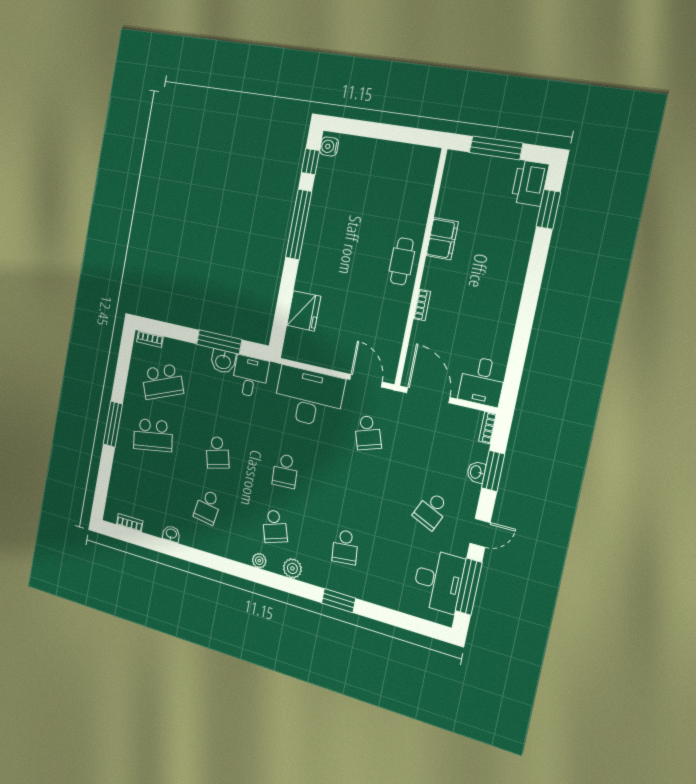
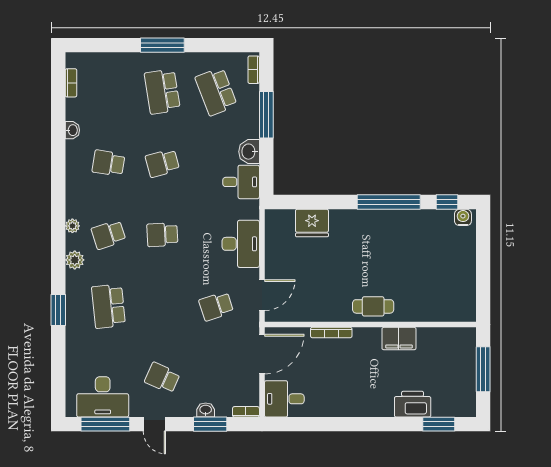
printer: (530, 183) -> (413, 404), moved
bookcase: (422, 305) -> (331, 333), width x1.56
window: (219, 342) -> (266, 115), moved
desk: (309, 397) -> (241, 244), width x0.73, depth x0.77
school desk: (345, 547) -> (108, 306), width x1.85

